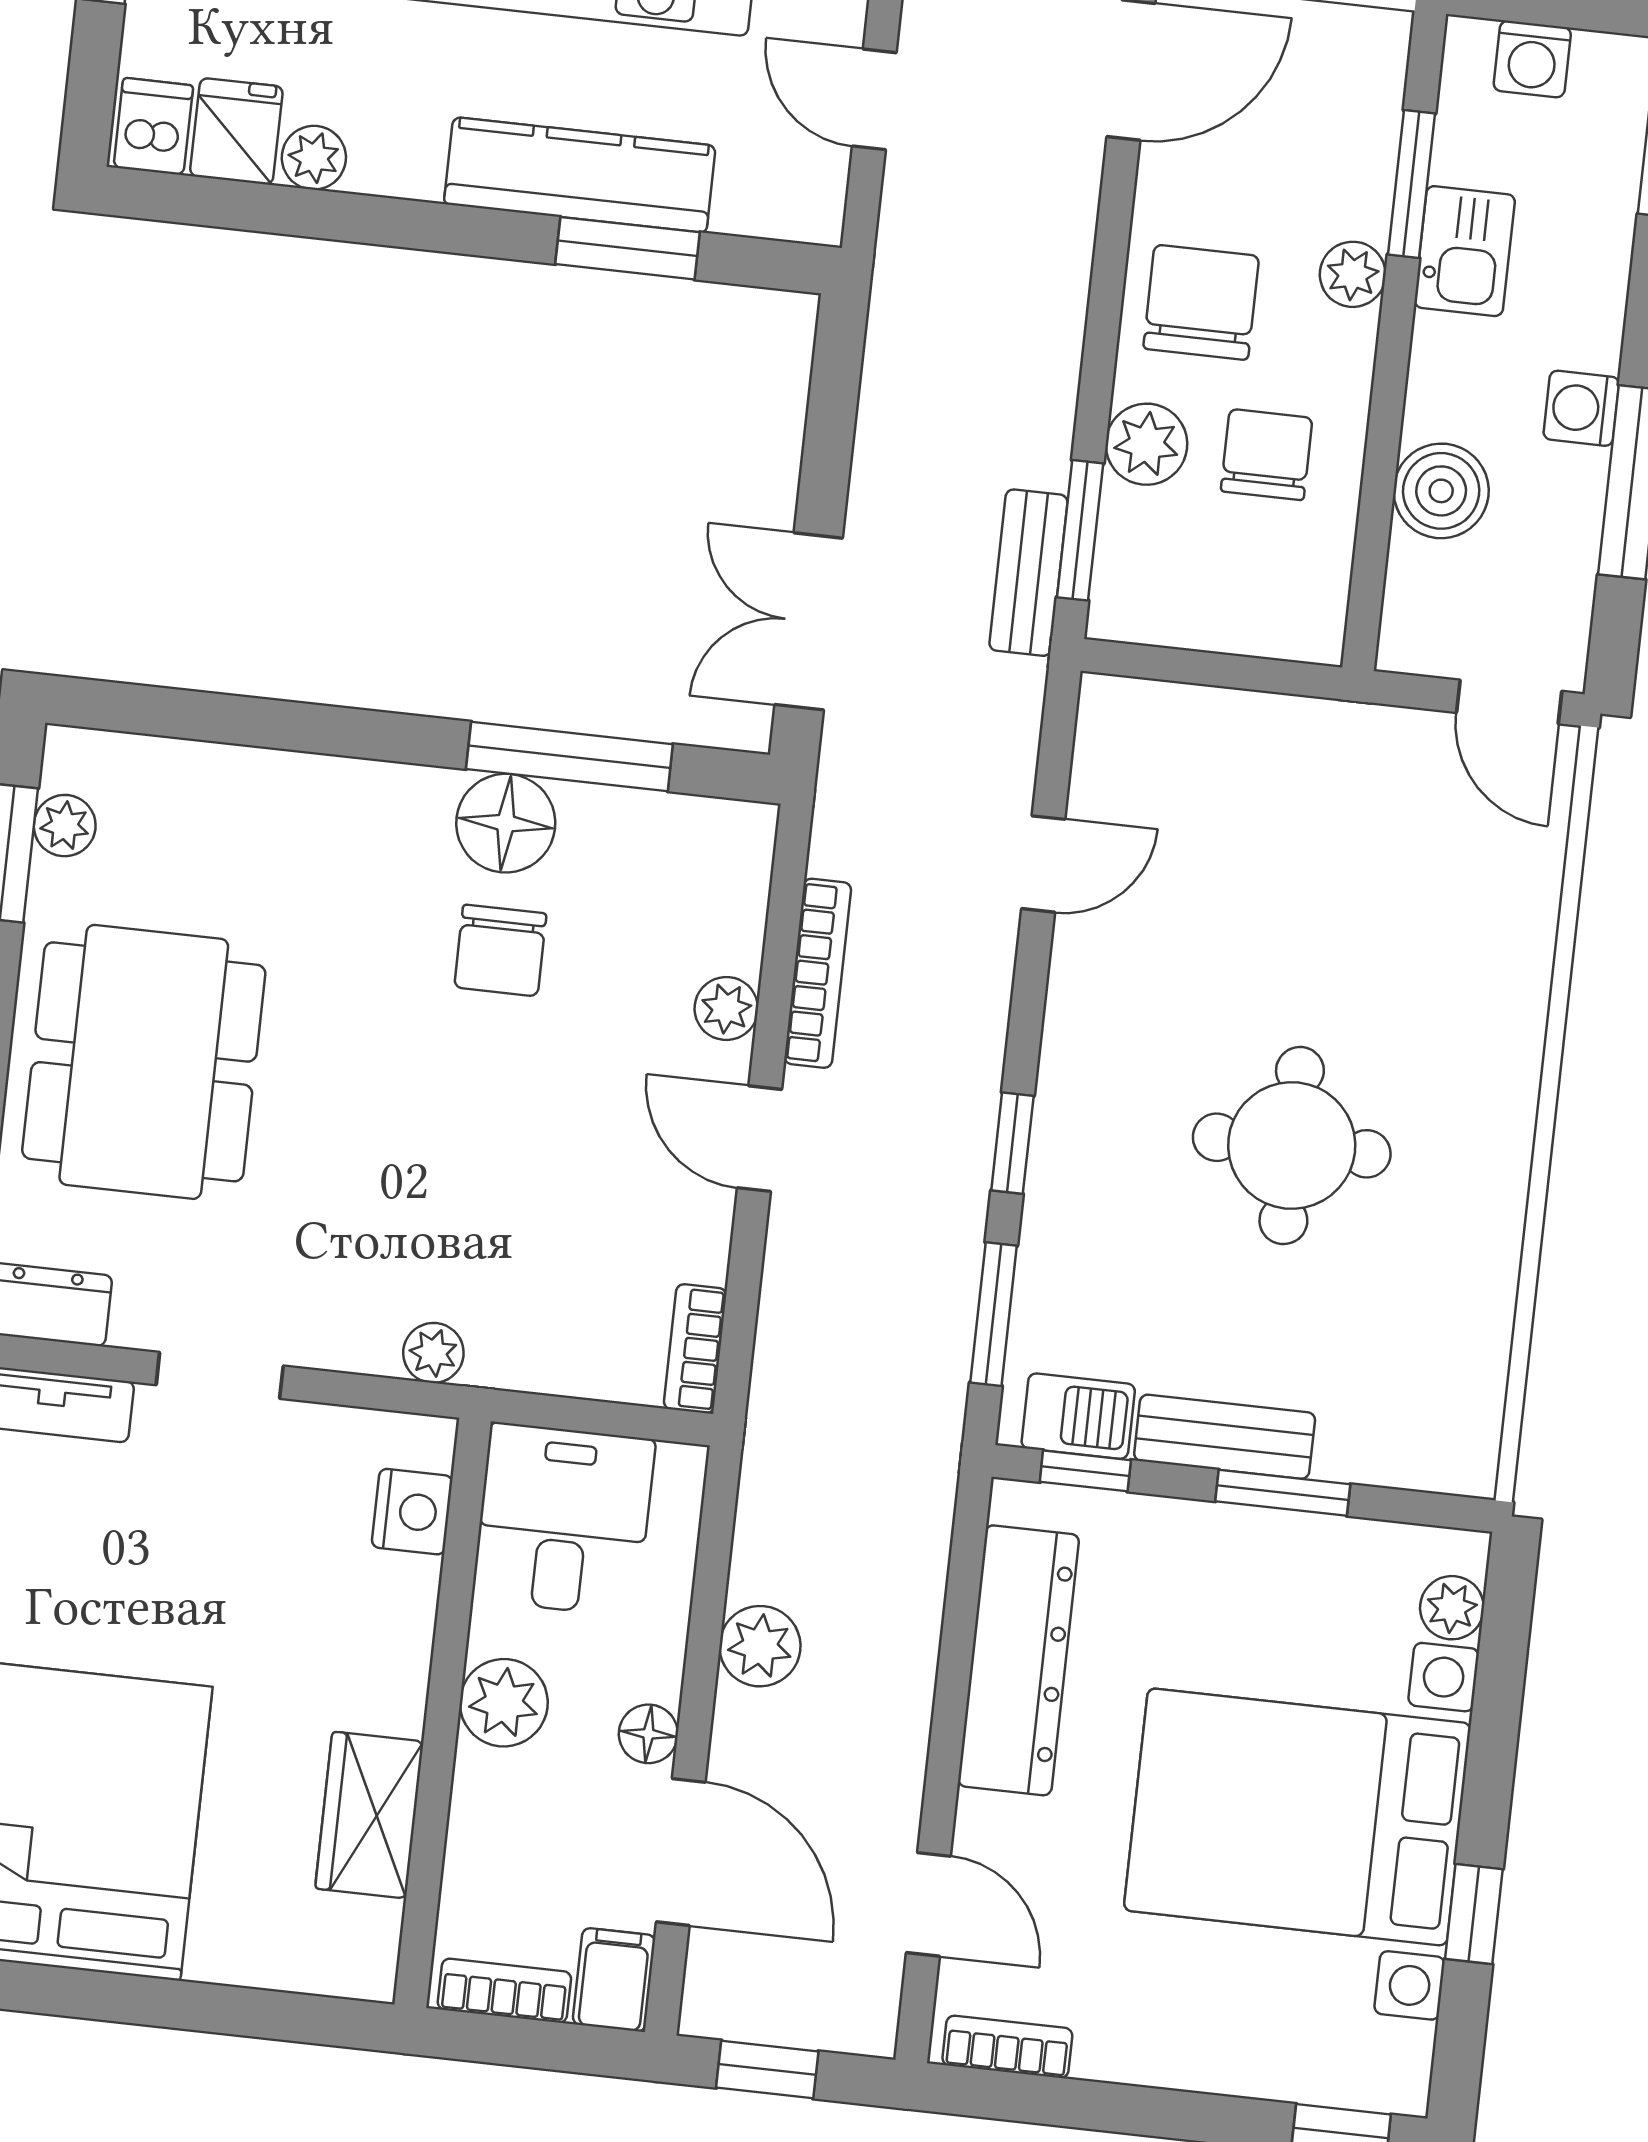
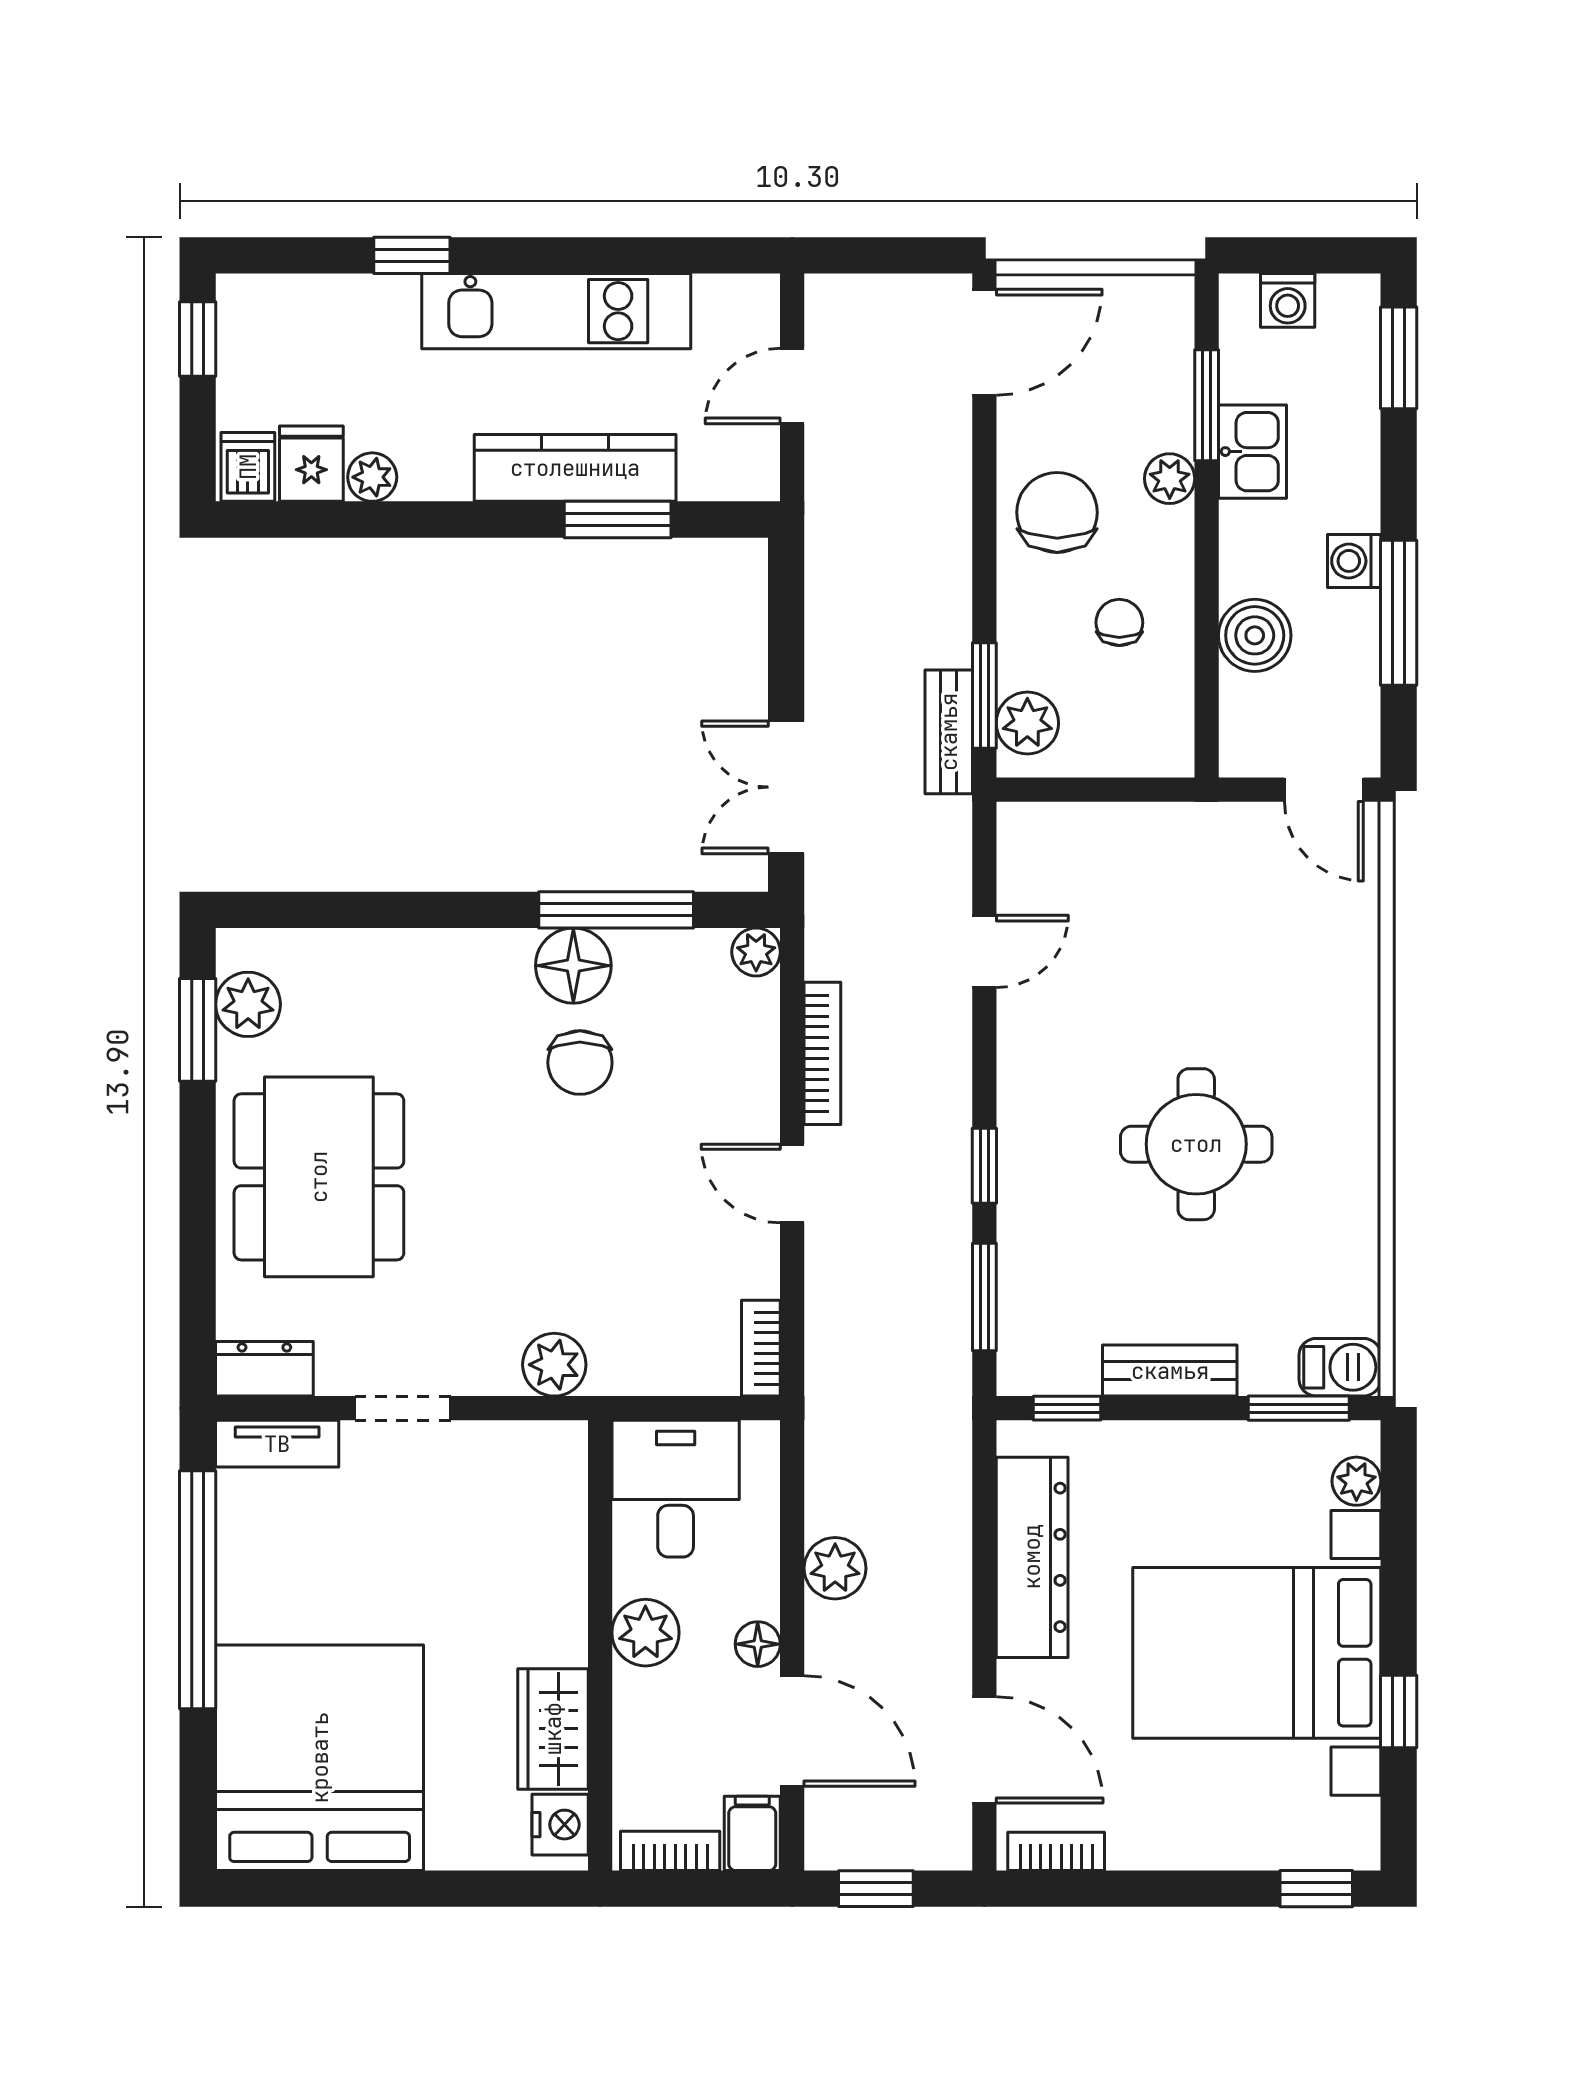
door: (874, 99) -> (792, 386), hinge flipped
plant: (1146, 444) -> (1027, 723), moved
chair: (1267, 455) -> (1119, 622), width x0.73, depth x0.73
plant: (65, 826) -> (248, 1004), width x1.38, depth x1.38
plant: (726, 1008) -> (756, 952), moved
plant: (433, 1353) -> (554, 1365), width x1.38, depth x1.38
barbecue: (1078, 1416) -> (1340, 1367), moved
window: (1283, 1493) -> (1299, 1408), moved
nightstand: (412, 1512) -> (560, 1825), moved
door: (928, 1904) -> (984, 1750), width x1.38

